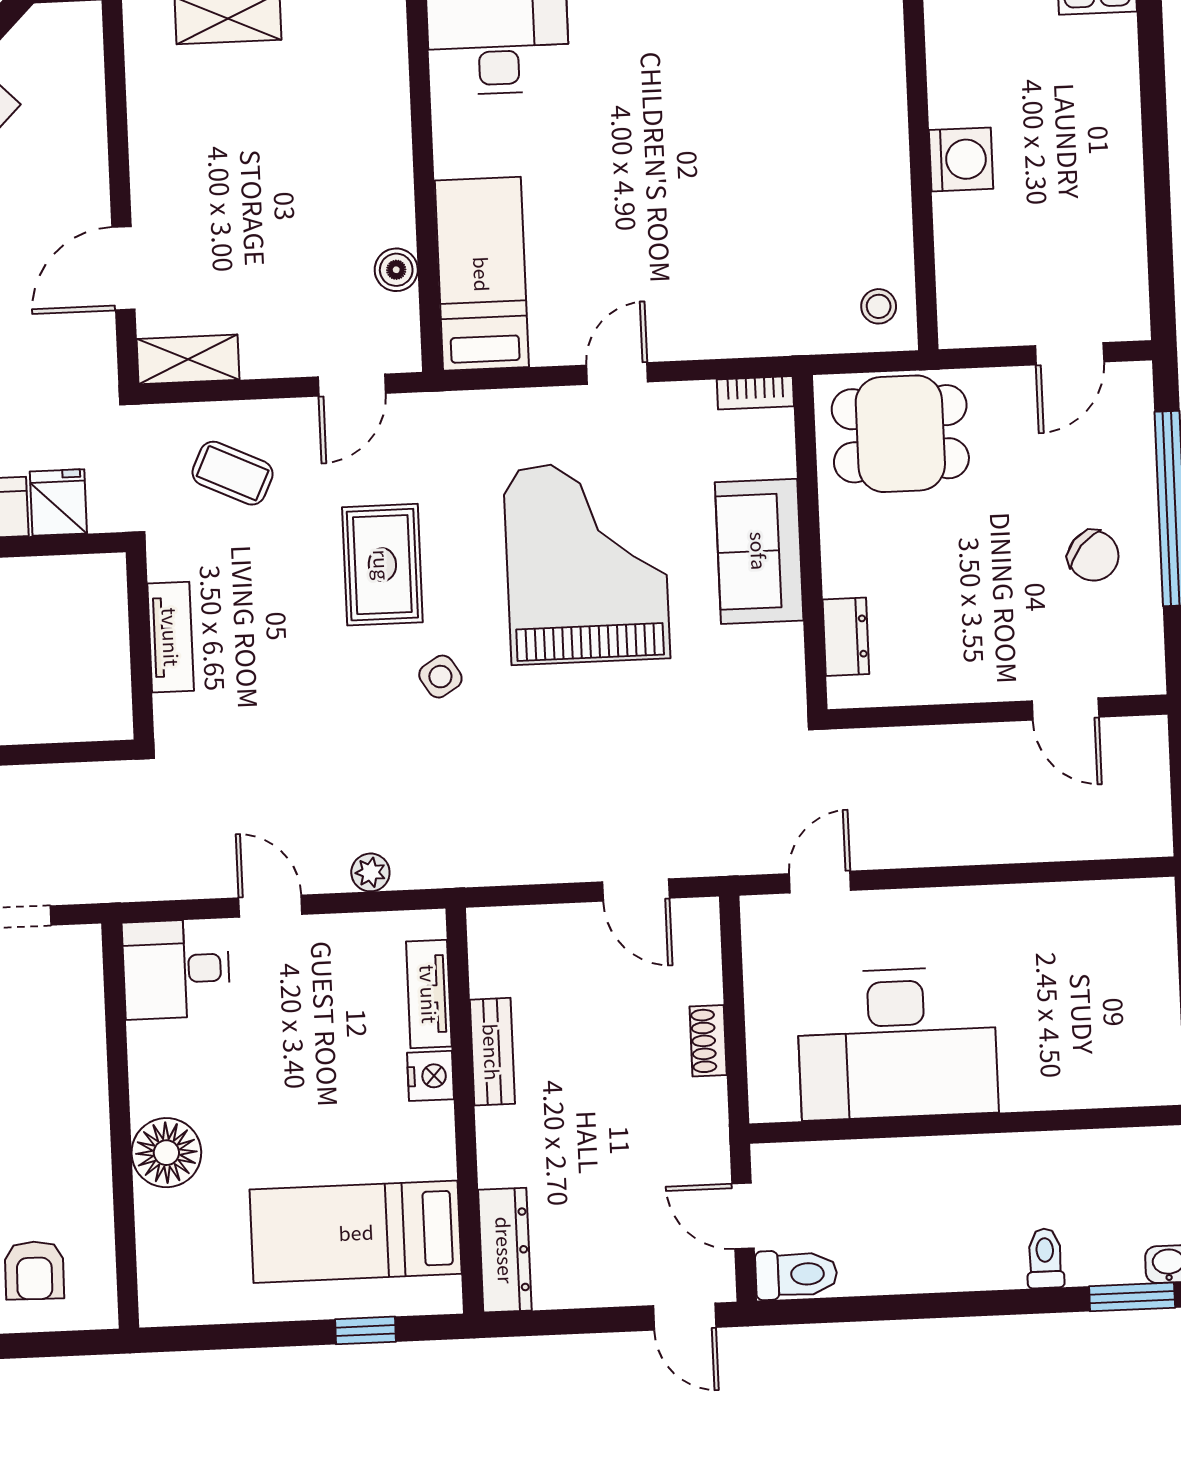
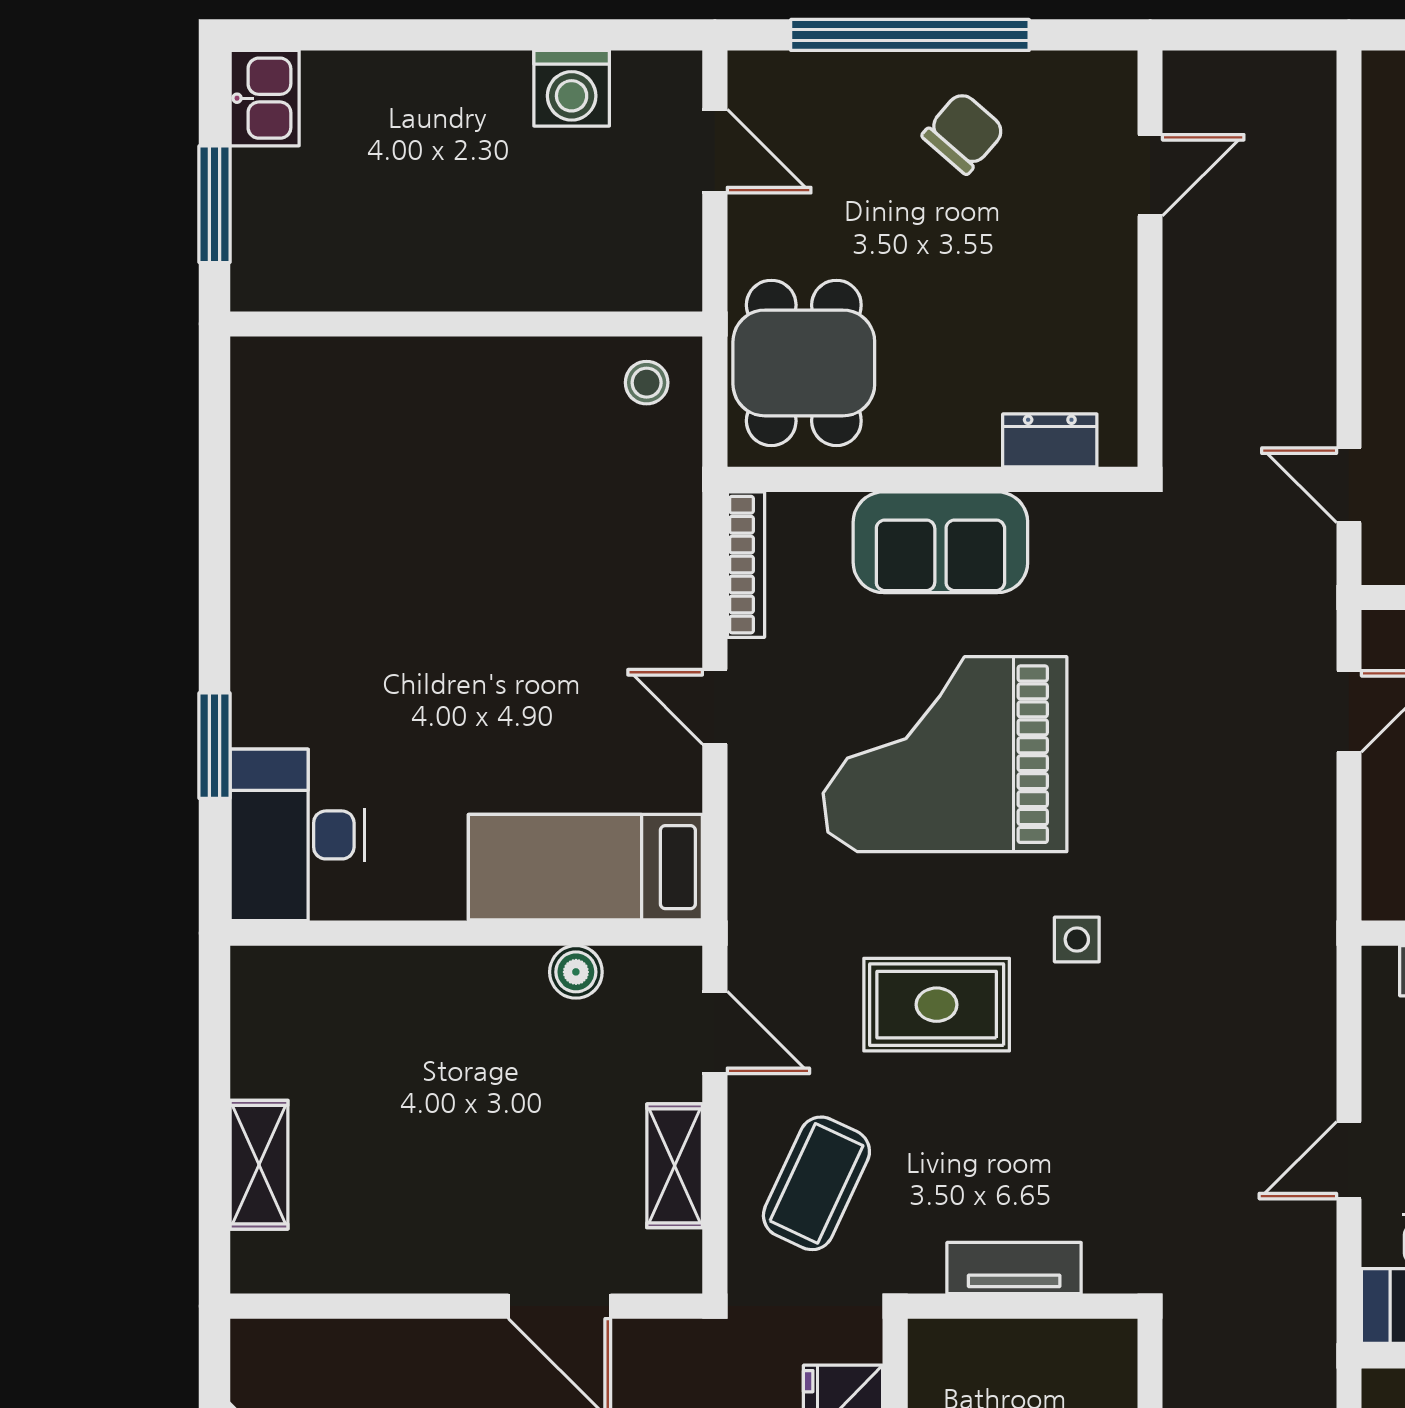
washing machine: (961, 159) -> (572, 88), moved, turned 180
shelving: (188, 359) -> (675, 1166), moved
bookcase: (755, 393) -> (746, 565), width x1.56
coffee table: (233, 473) -> (816, 1183), width x1.36, depth x1.30
side table: (440, 677) -> (1077, 939), turned 32
plant: (370, 872) -> (1313, 1036), removed

